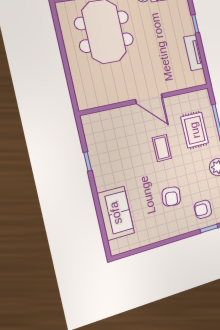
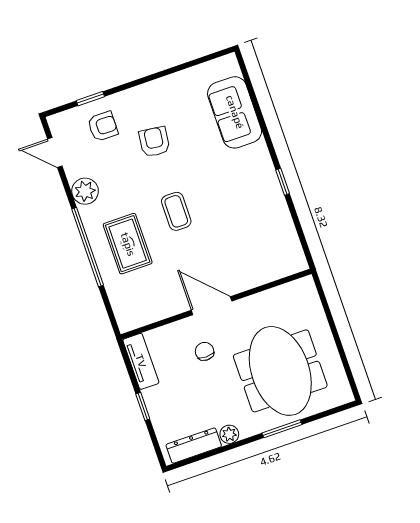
chair: (153, 53) -> (205, 351), added
wall: (146, 99) -> (216, 304), moved
door: (149, 99) -> (212, 306), moved

